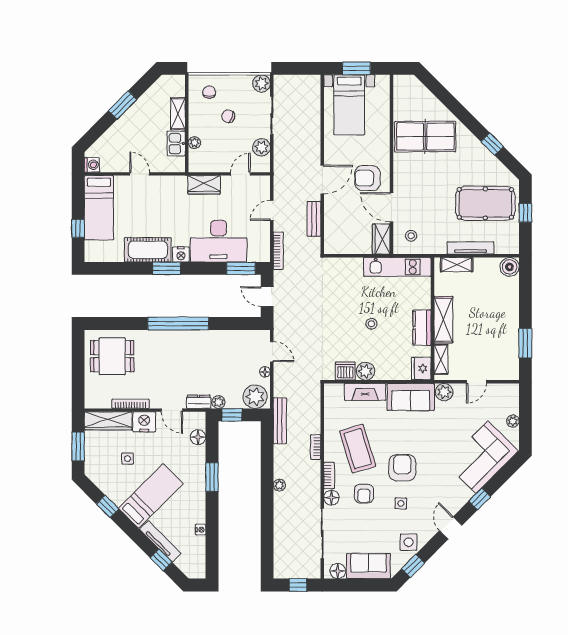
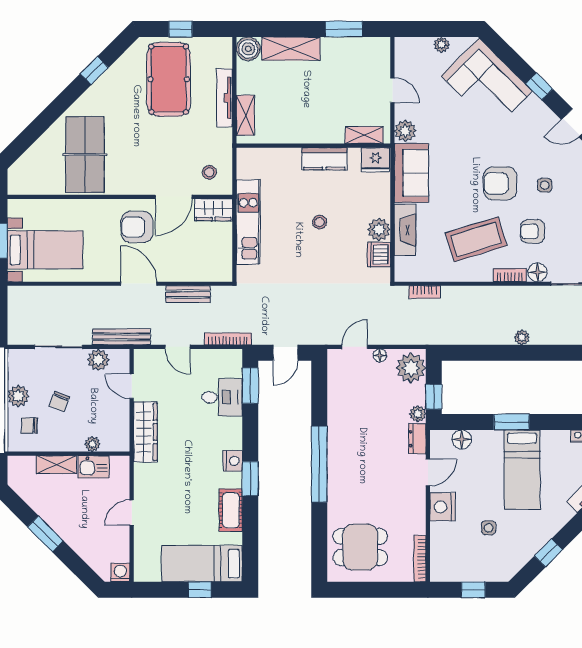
plant: (261, 83) -> (18, 396), moved
armchair: (367, 178) -> (137, 227), turned 90
wardrobe: (204, 185) -> (145, 432), width x1.50
bed: (99, 208) -> (202, 564), moved, turned 180
desk: (218, 241) -> (222, 397), width x0.53, depth x0.77
cot: (148, 250) -> (231, 510), width x0.73, depth x0.75
kitchen unit: (397, 267) -> (248, 222), moved
shelving: (443, 320) -> (291, 49), moved
dining table: (112, 356) -> (360, 547), turned 90
bookcase: (130, 404) -> (420, 559), moved
wardrobe: (108, 421) -> (441, 552), removed
bench: (280, 421) -> (121, 337), moved
window: (78, 446) -> (473, 590), width x0.67
bookcase: (316, 447) -> (425, 292), moved
armchair: (364, 494) -> (533, 231), turned 180
bed: (151, 496) -> (522, 470), moved, turned -135

